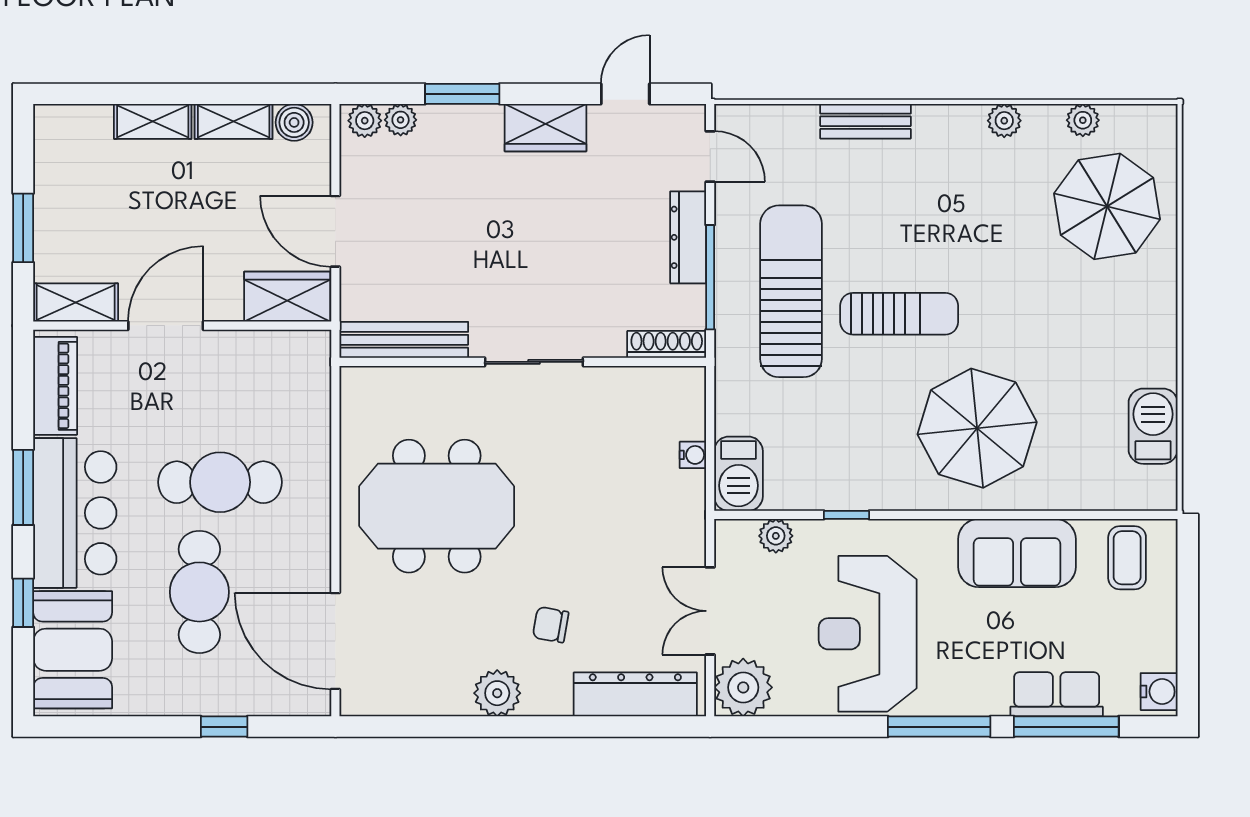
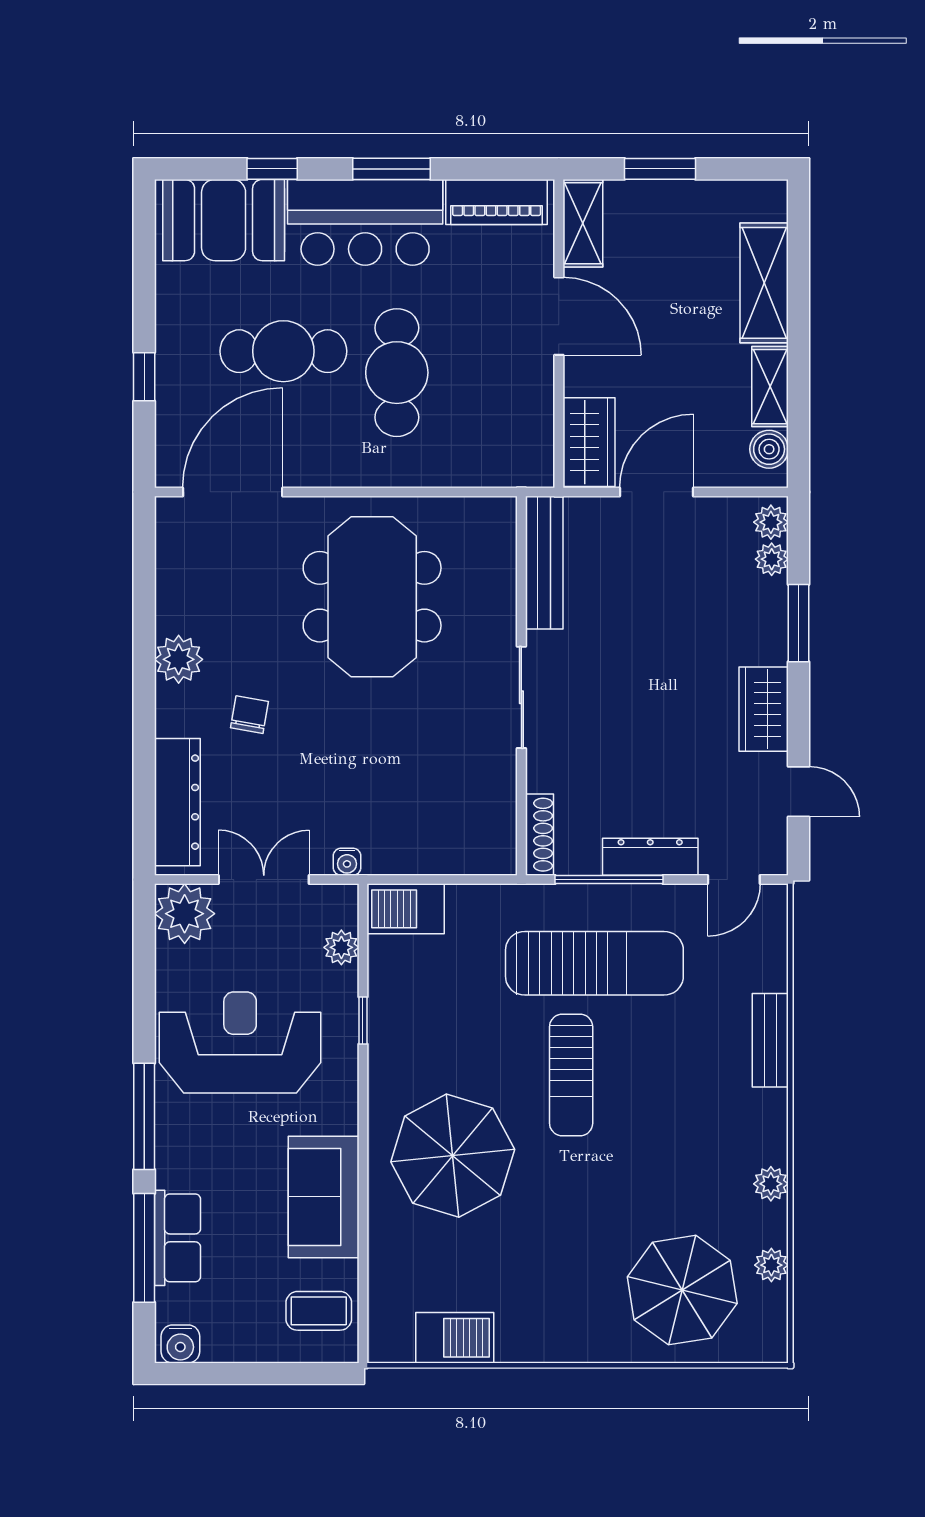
shelving: (153, 121) -> (764, 283), width x1.50, depth x1.33
water cooler: (693, 455) -> (347, 862), moved

